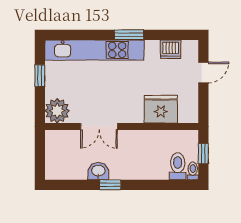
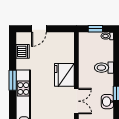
door: (203, 72) -> (39, 29), swing flipped
fridge: (161, 109) -> (64, 75), moved
toilet: (178, 166) -> (104, 68), moved

